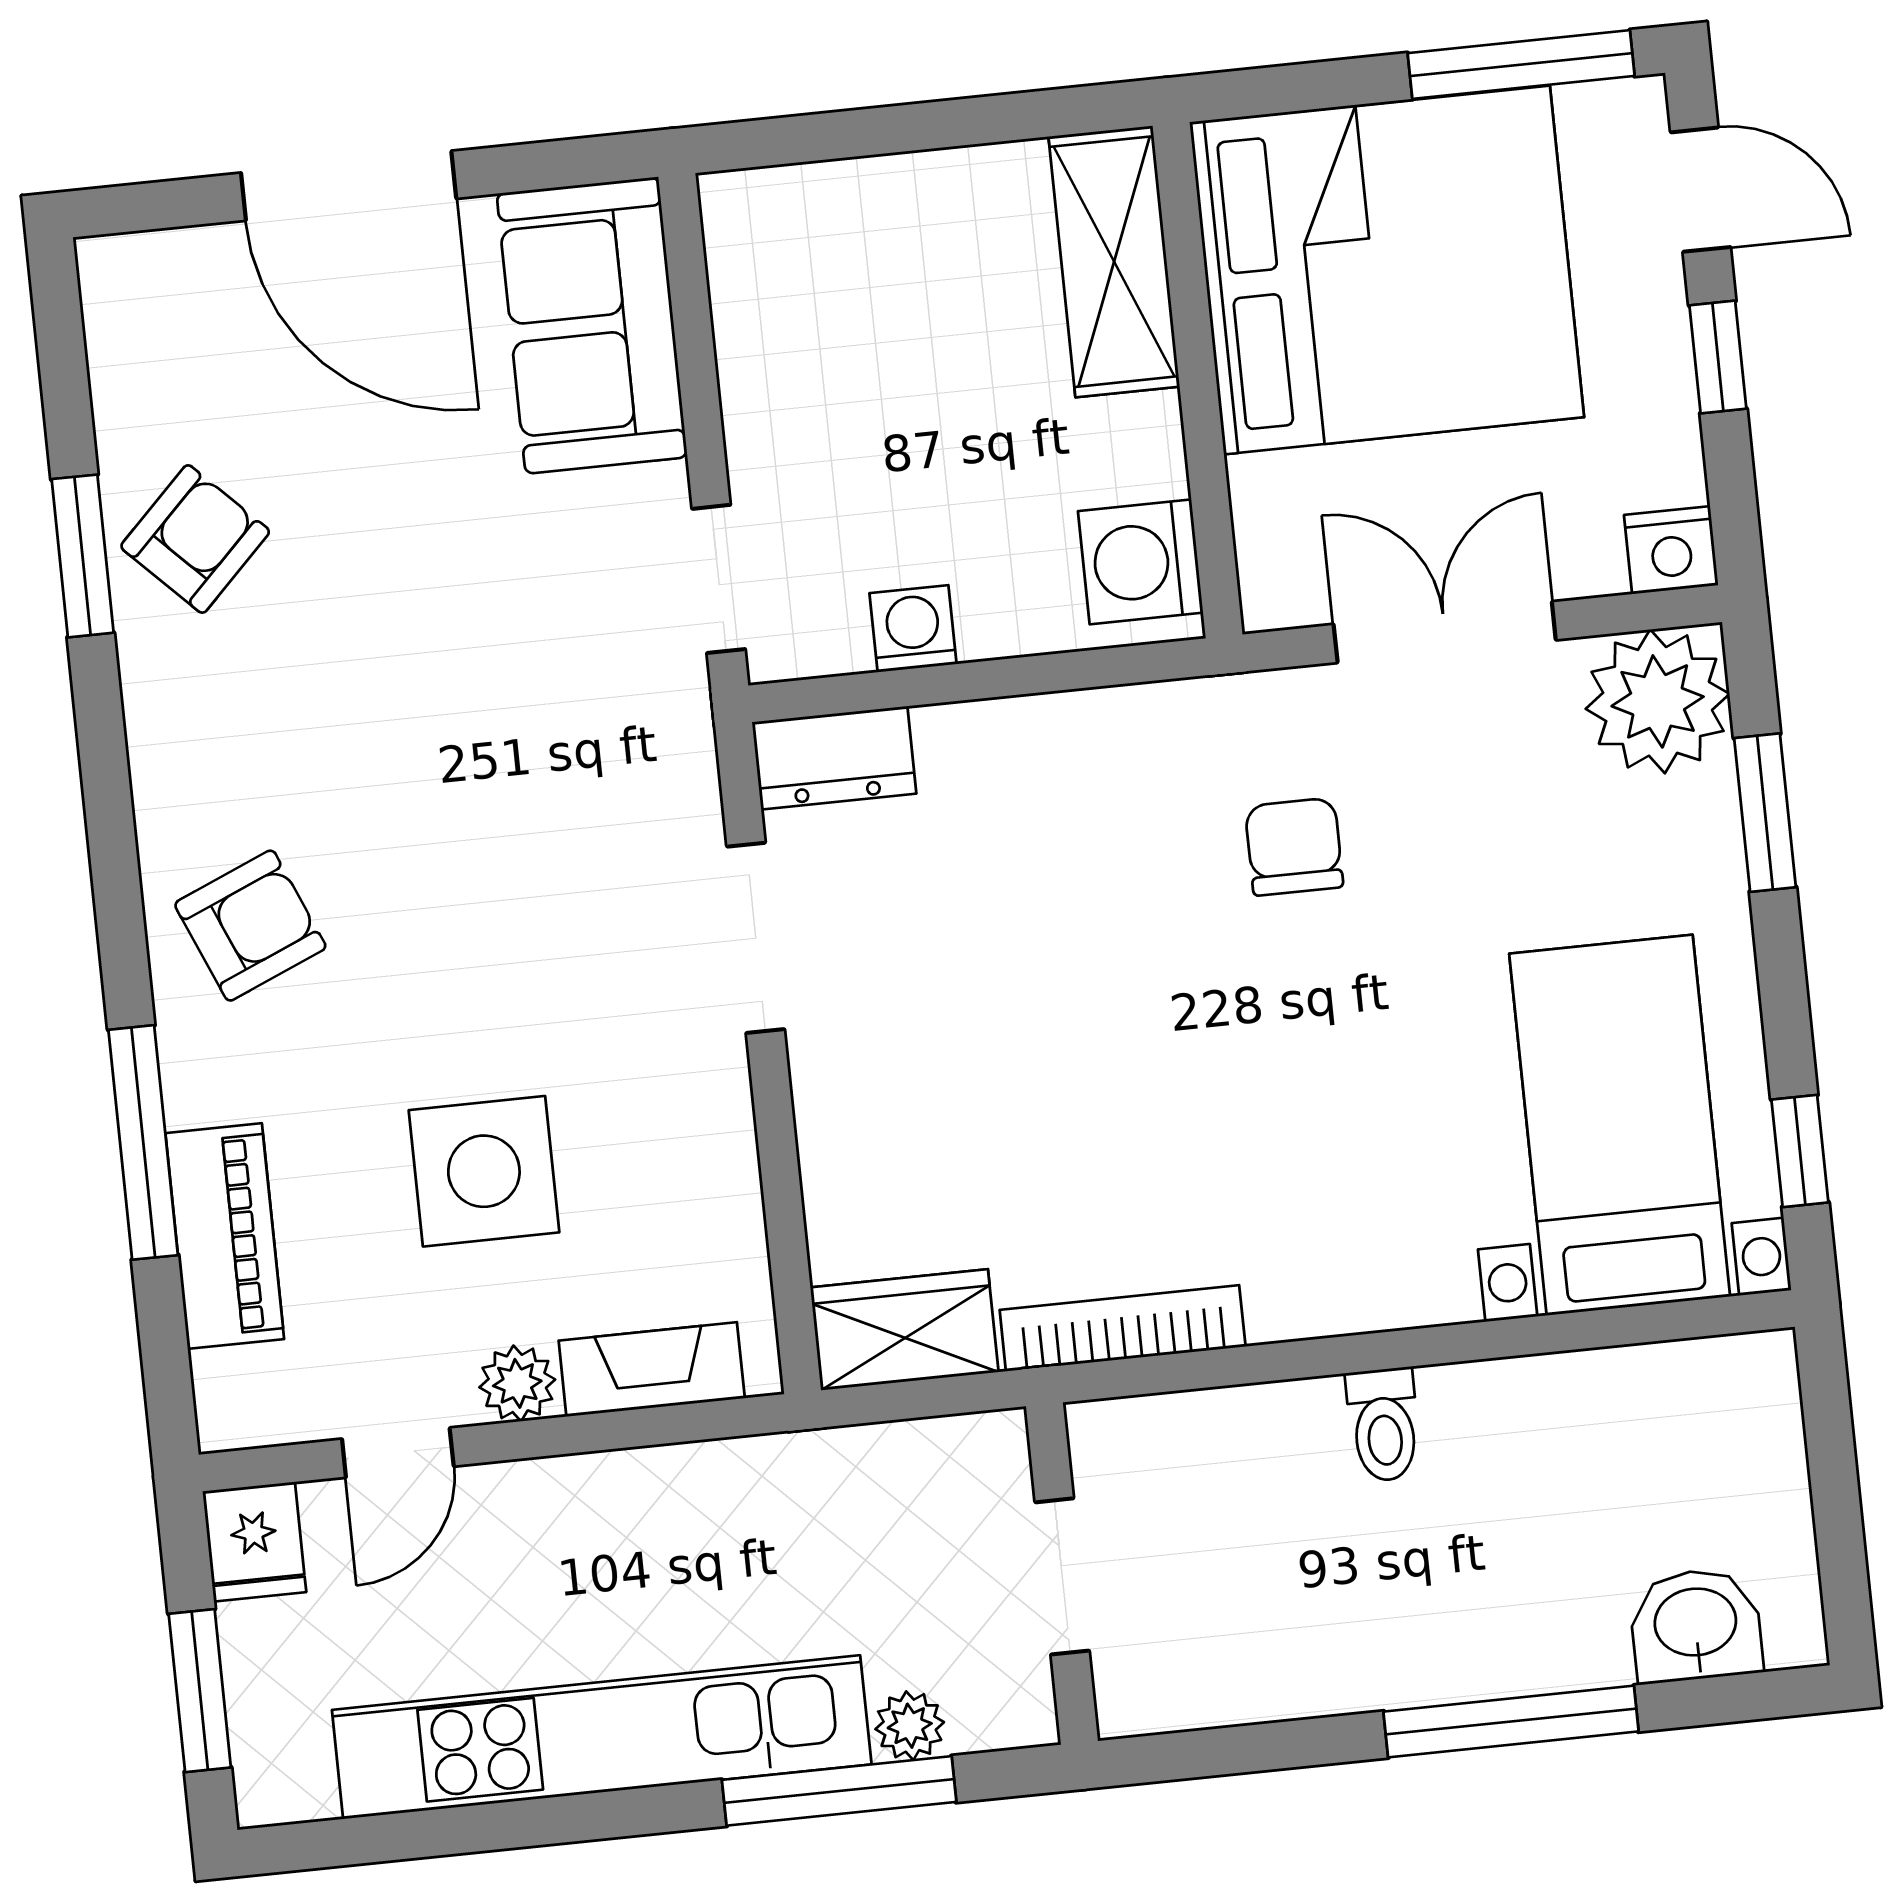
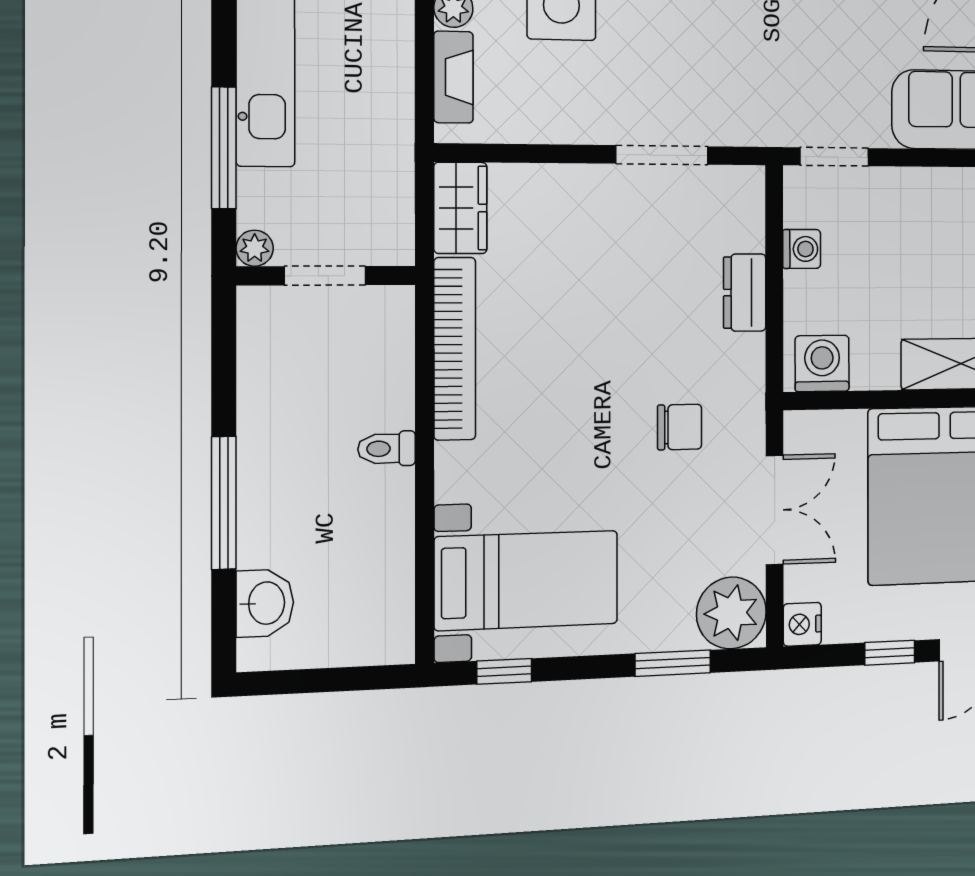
dresser: (834, 758) -> (745, 293), moved
bookcase: (1123, 1328) -> (455, 349), width x1.48, depth x1.31
plant: (910, 1726) -> (255, 248), moved

